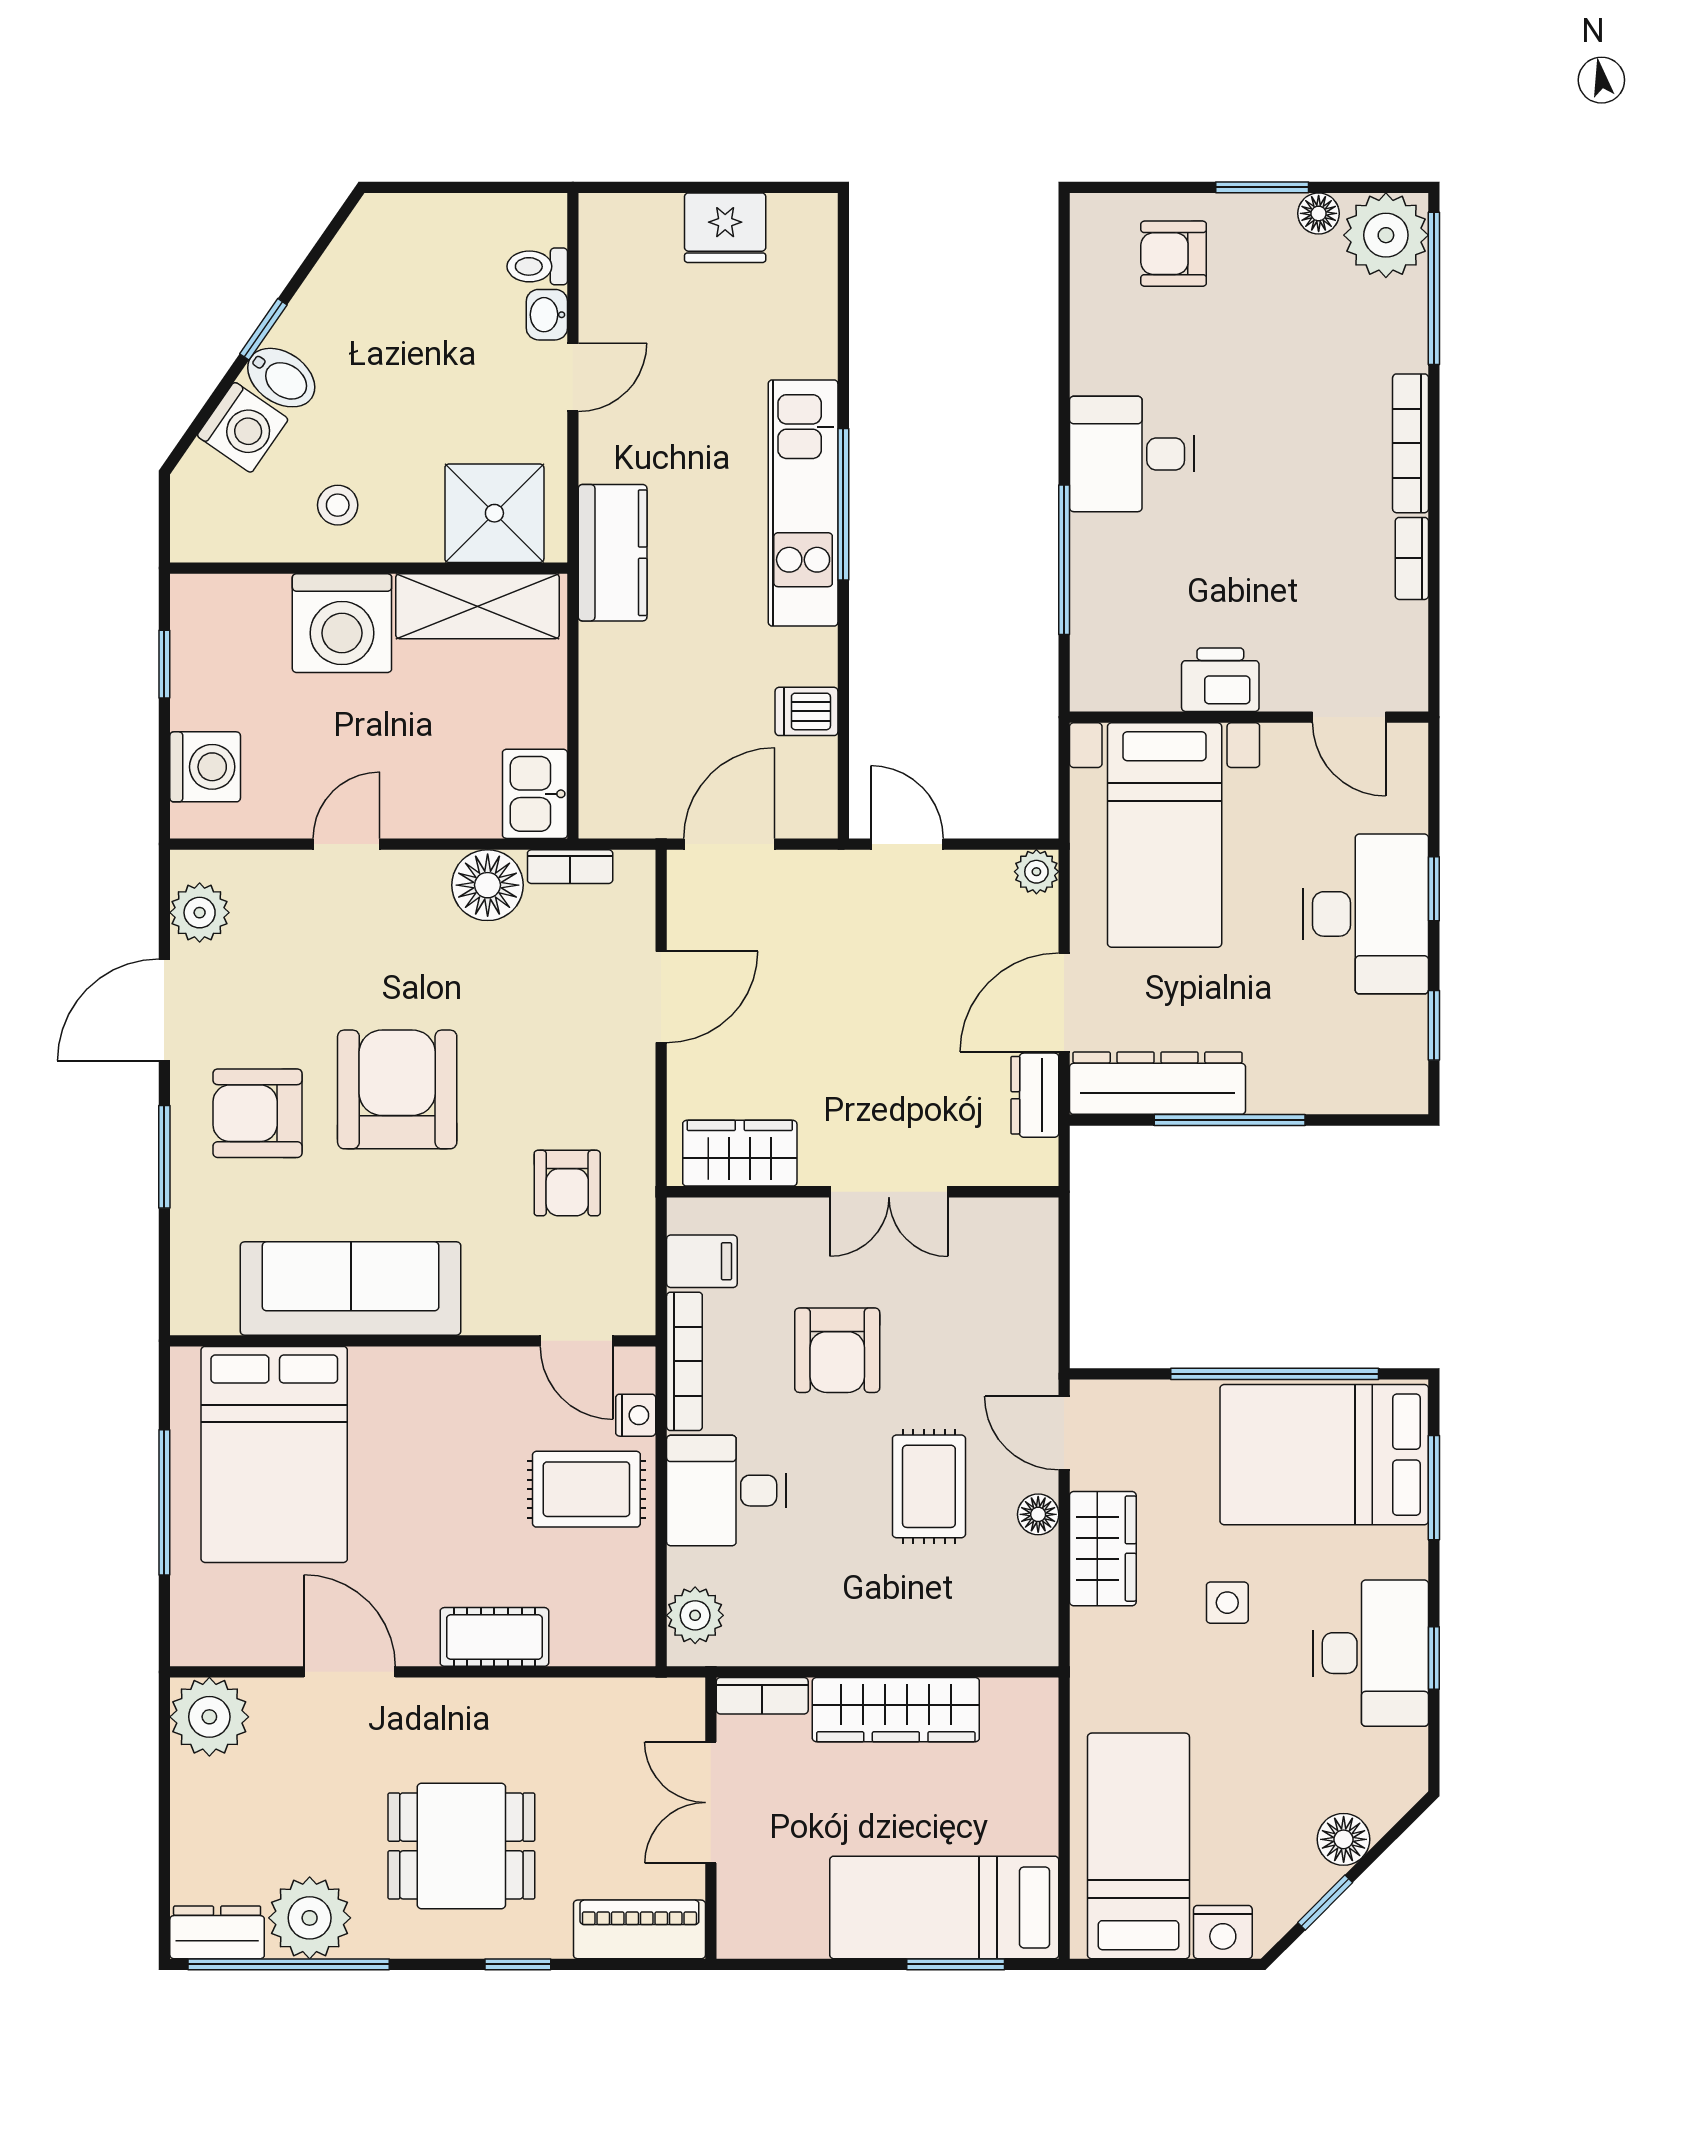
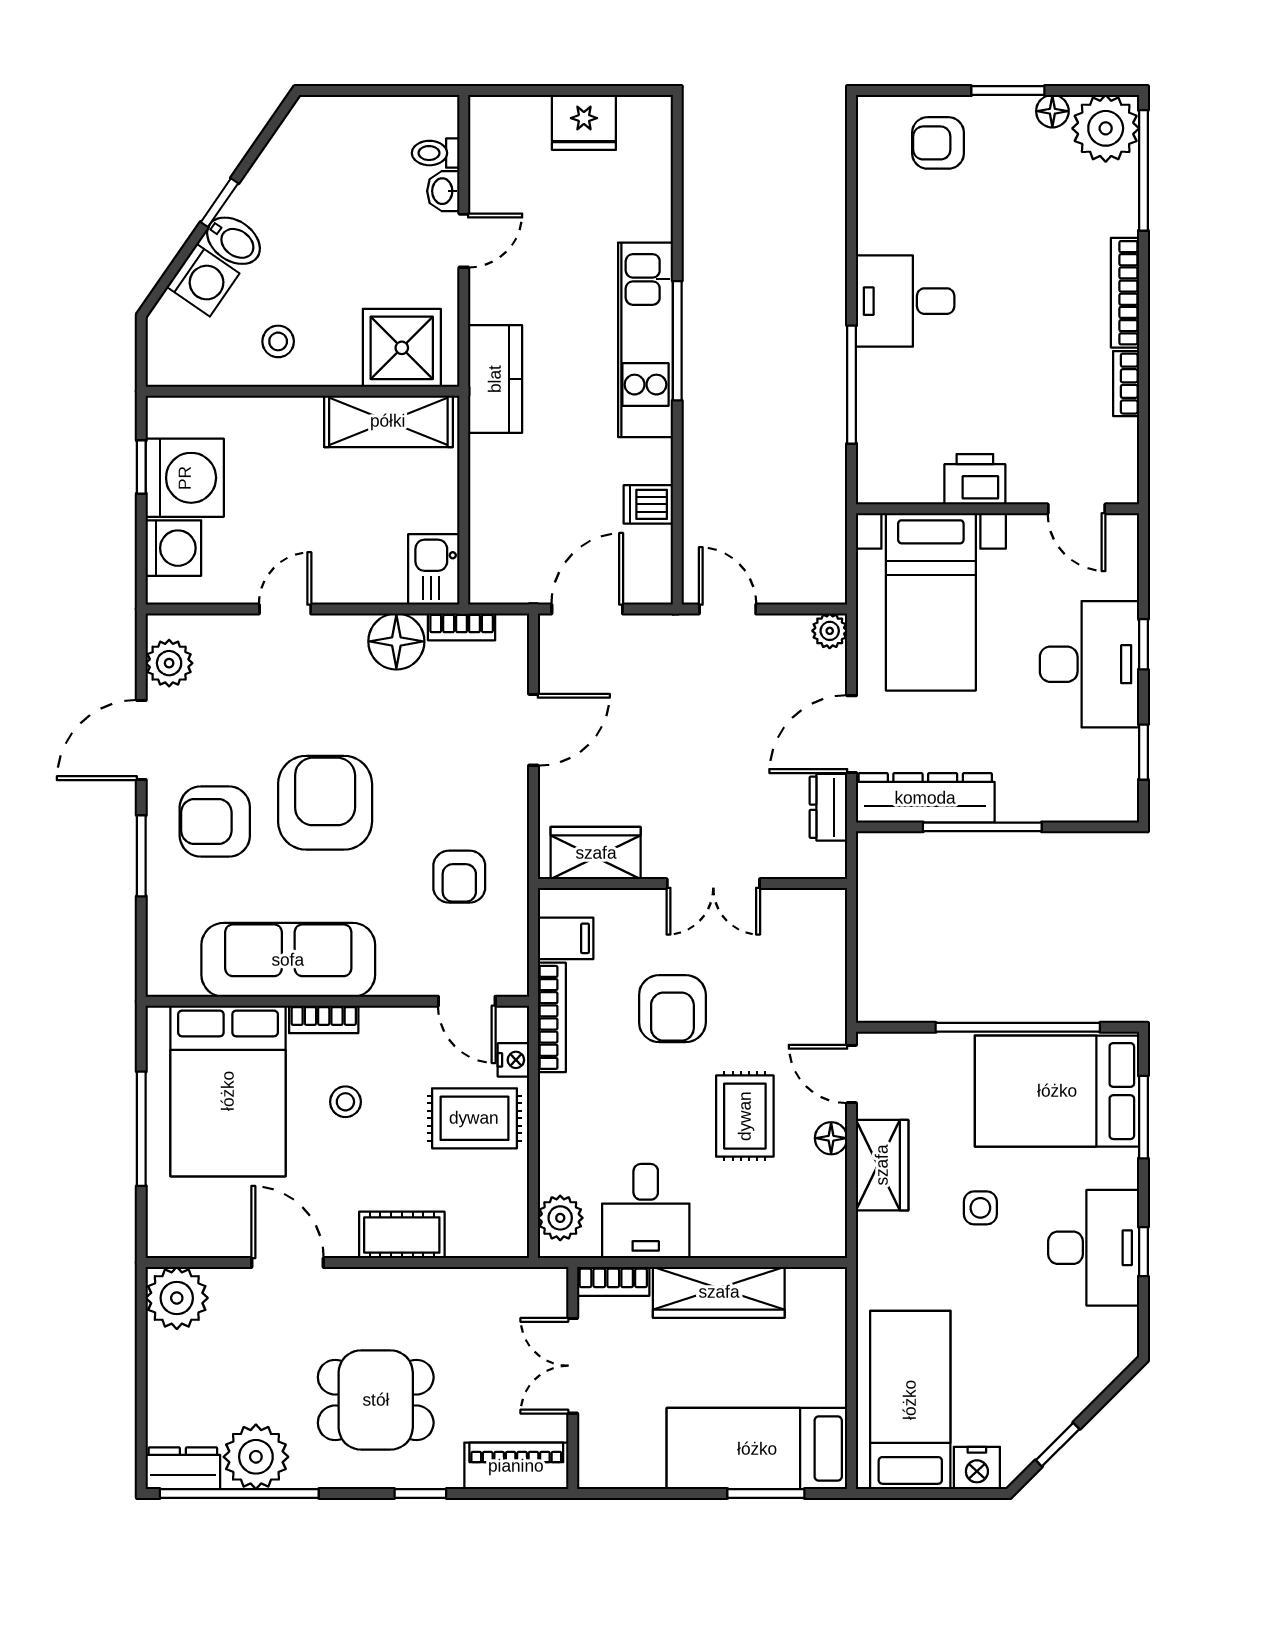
washing machine: (342, 623) -> (185, 478), moved, turned -90
bookcase: (395, 1364) -> (324, 1019), added
stool: (423, 1468) -> (345, 1102), added
desk: (726, 1491) -> (646, 1211), moved, turned -90
floor lamp: (1344, 1839) -> (1072, 1395), removed

